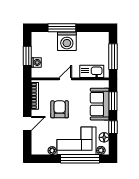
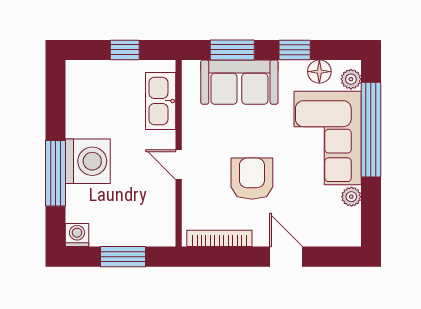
window: (113, 57) -> (125, 50), width x0.46
washing machine: (36, 62) -> (77, 235), moved
armchair: (60, 109) -> (252, 179), turned 90

